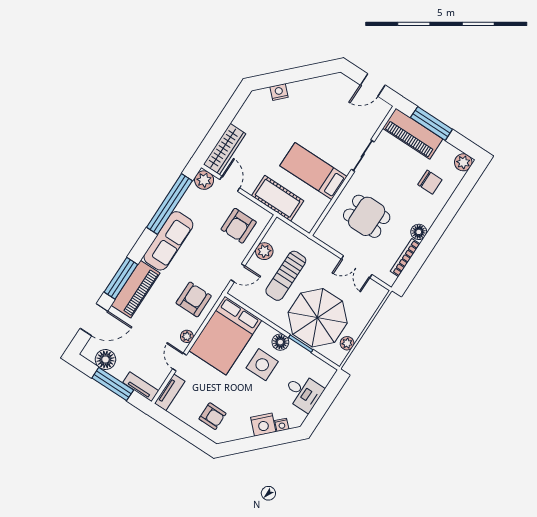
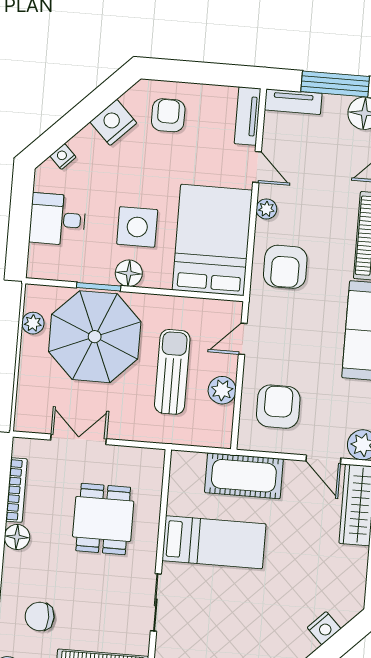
dining table: (367, 216) -> (103, 519), turned 90
armchair: (212, 416) -> (168, 115), turned 90
nightstand: (263, 425) -> (113, 122), moved

